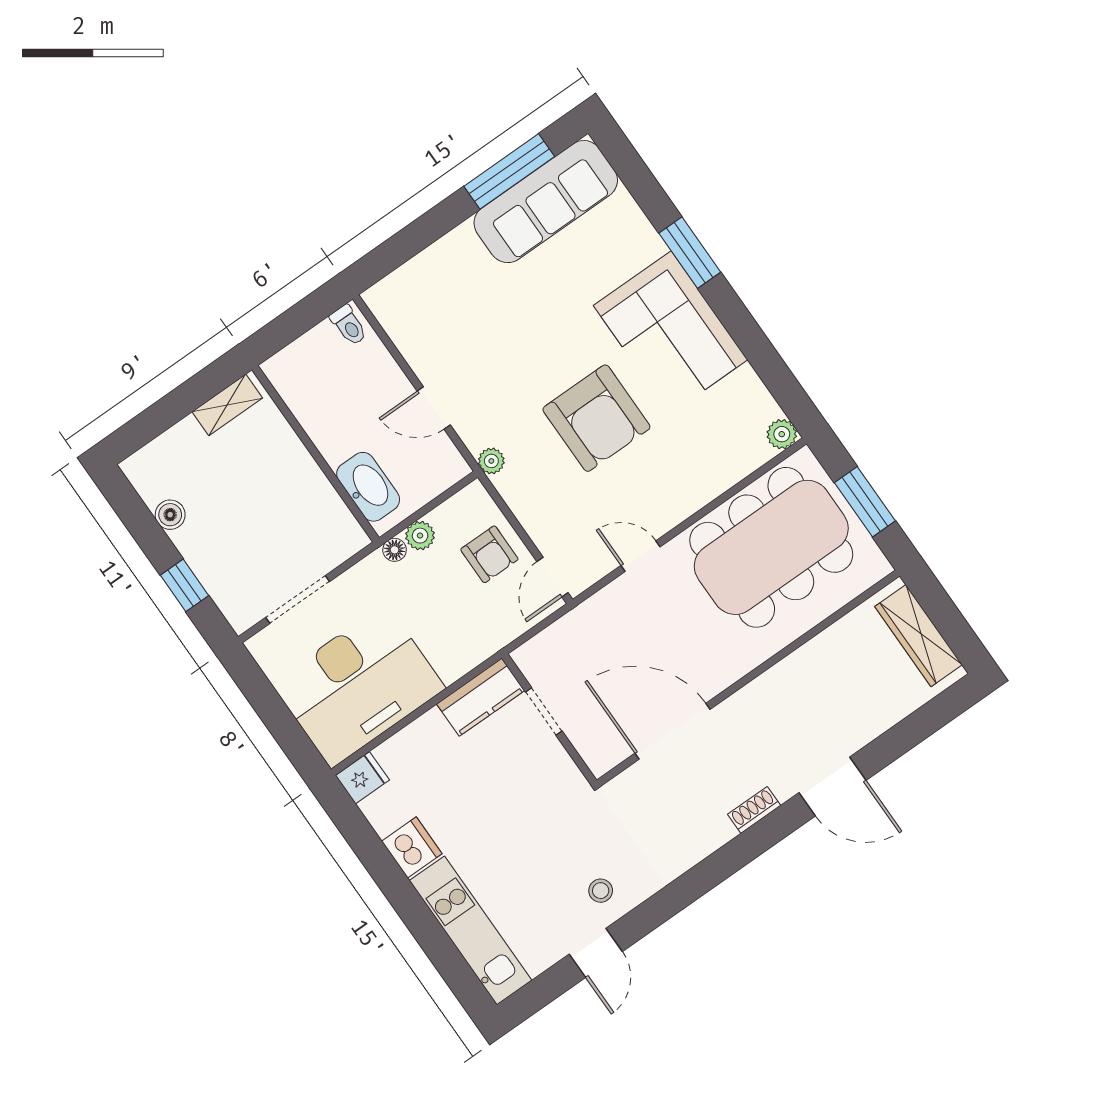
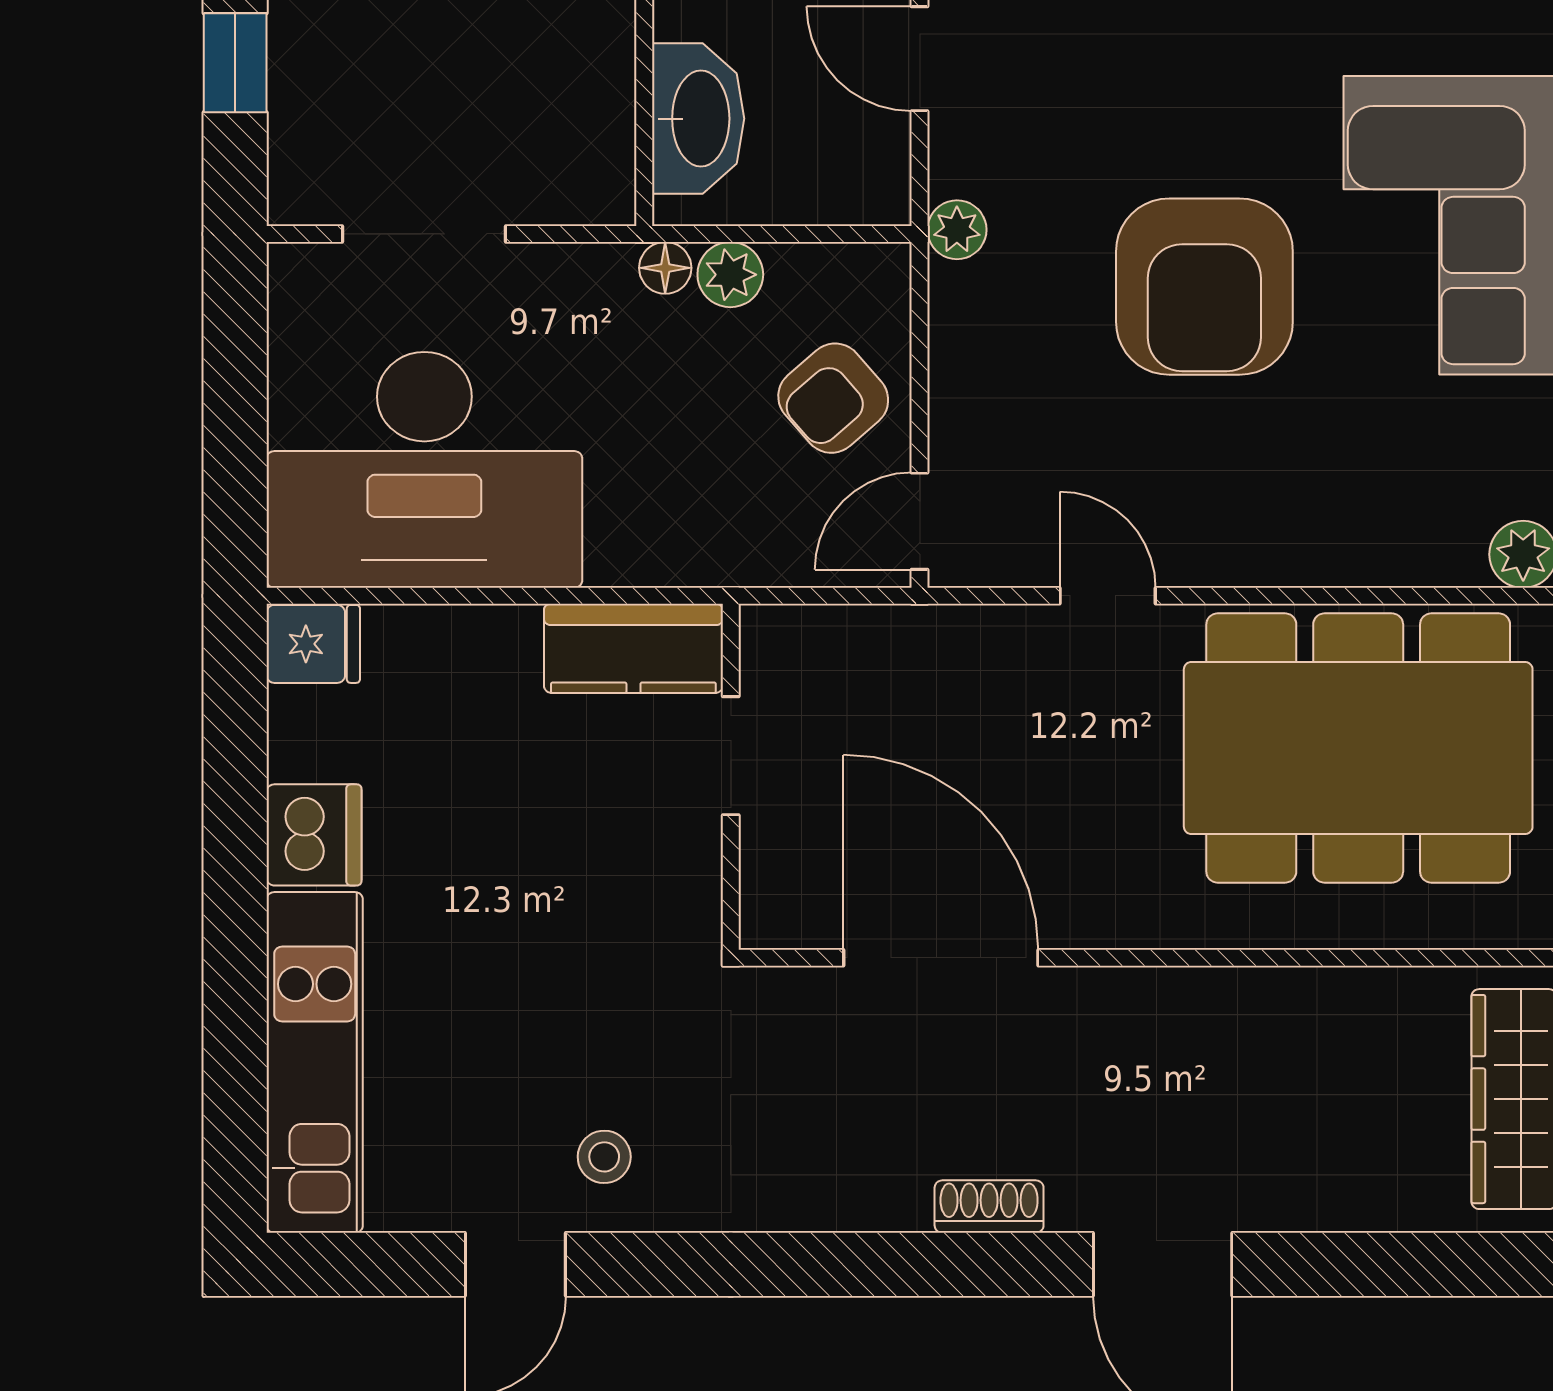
armchair: (489, 554) -> (833, 398), turned 49

